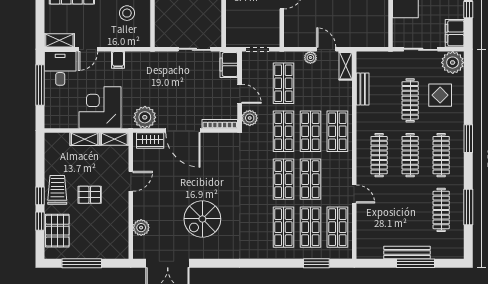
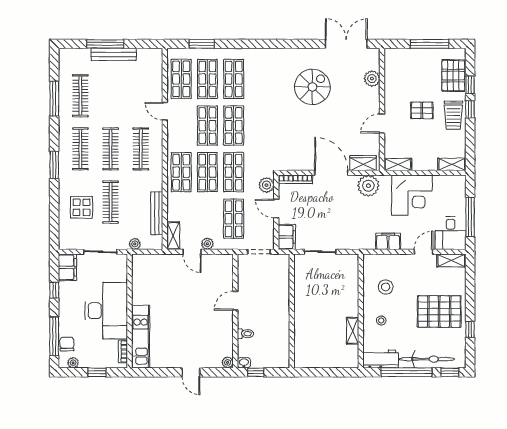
filing cabinet: (118, 60) -> (388, 241), width x2.00
plant: (453, 63) -> (135, 244), moved, width x0.53, depth x0.53
bench: (363, 89) -> (157, 213), width x1.36
shelving: (85, 139) -> (452, 164), moved

